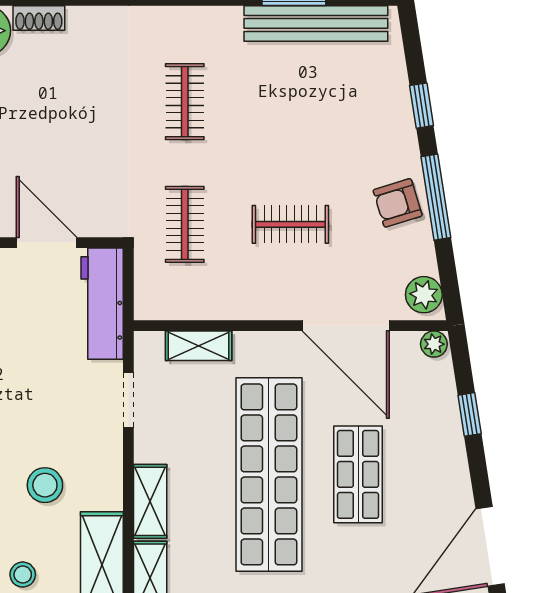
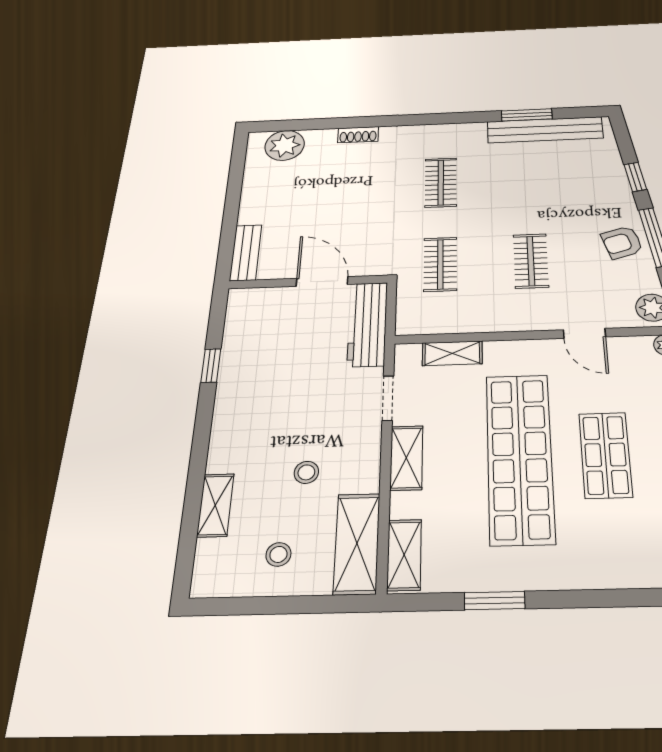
shoe rack: (39, 18) -> (358, 135), moved
clothes rail: (290, 224) -> (531, 261), turned 90
door: (346, 326) -> (584, 333), width x0.53
stool: (45, 485) -> (306, 472), width x0.73, depth x0.73
shelving: (150, 501) -> (406, 458), moved

